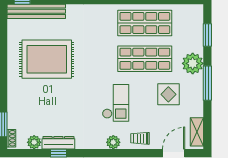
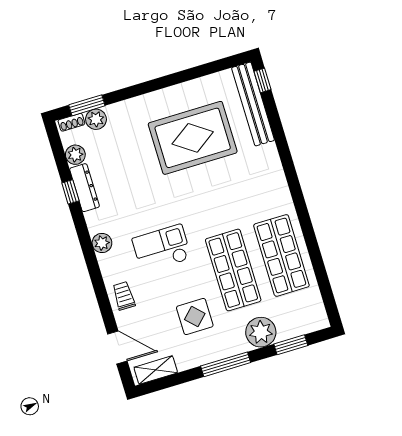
rug: (47, 59) -> (193, 138), turned 90
plant: (193, 63) -> (261, 332), moved
checkout: (116, 103) -> (162, 248), turned 180
plant: (14, 121) -> (96, 119), added
plant: (113, 142) -> (102, 243), moved

